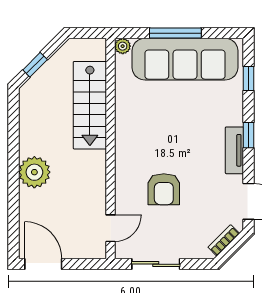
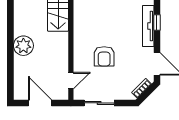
tv unit: (234, 150) -> (148, 26), width x1.41
door: (43, 264) -> (40, 103), moved

